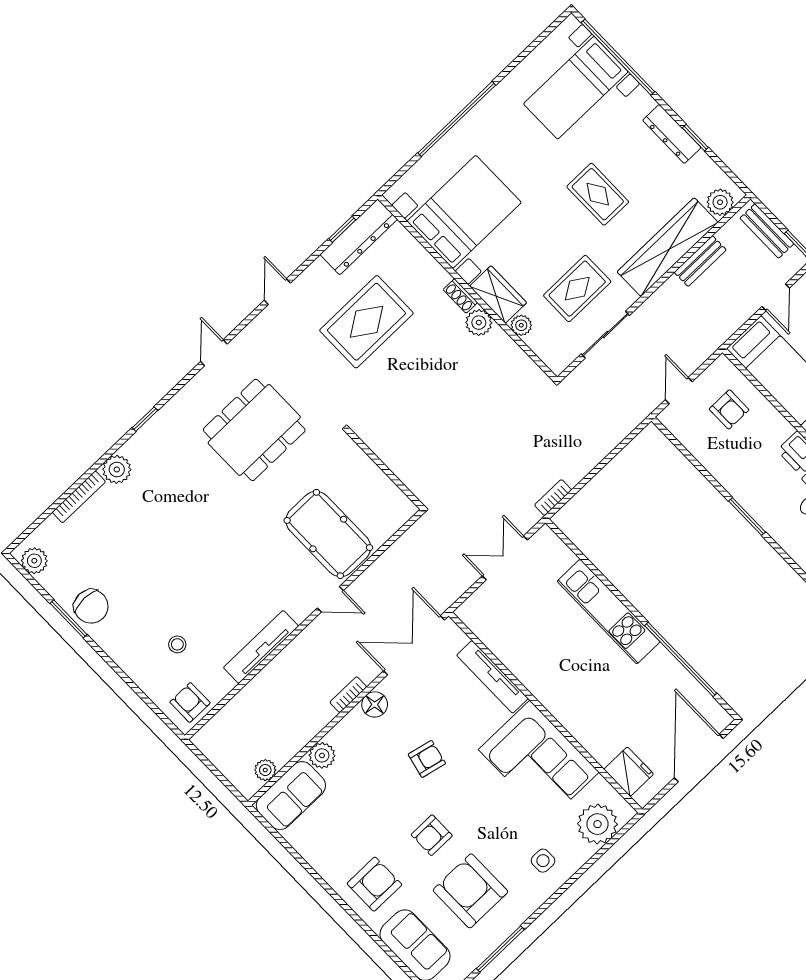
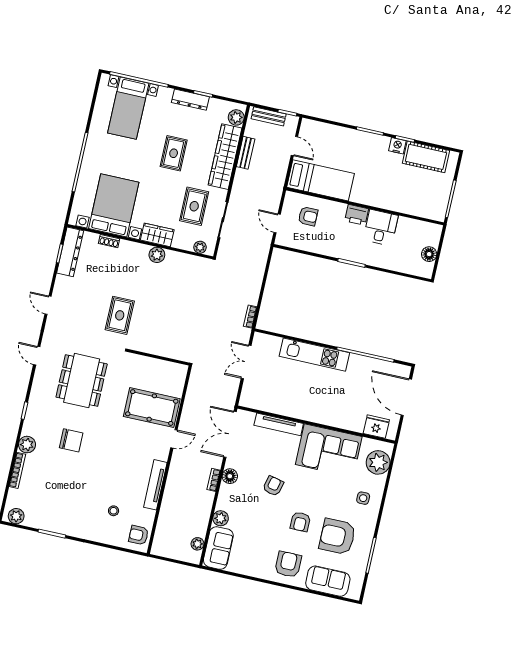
rug: (598, 194) -> (174, 153), turned 90
shoe rack: (460, 296) -> (109, 241), moved
rug: (366, 322) -> (120, 315), moved, width x0.73, depth x0.70
plant: (521, 325) -> (200, 247), moved
chair: (91, 606) -> (71, 440), moved

